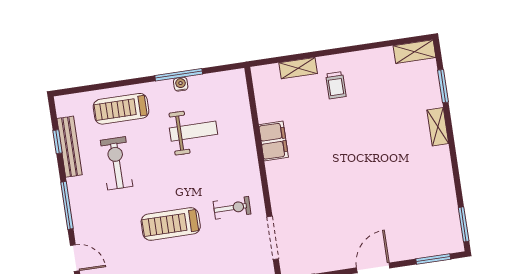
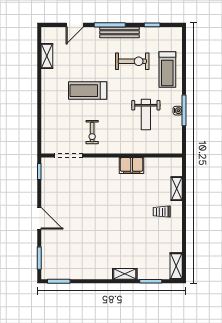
treadmill: (121, 109) -> (167, 69), turned 180
bench: (70, 147) -> (119, 32), moved
treadmill: (171, 224) -> (88, 91), turned -90

